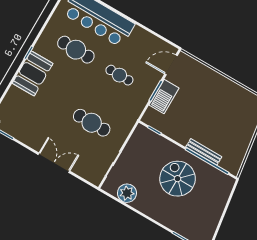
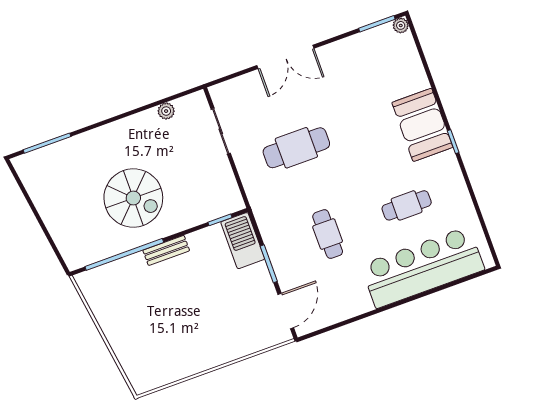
cafe table: (76, 50) -> (407, 205), width x0.73, depth x0.74
cafe table: (119, 75) -> (328, 234), turned 90
barbecue: (164, 96) -> (243, 241), moved
bench: (204, 152) -> (166, 250), moved, width x0.73
plant: (127, 193) -> (166, 111), width x0.53, depth x0.53

